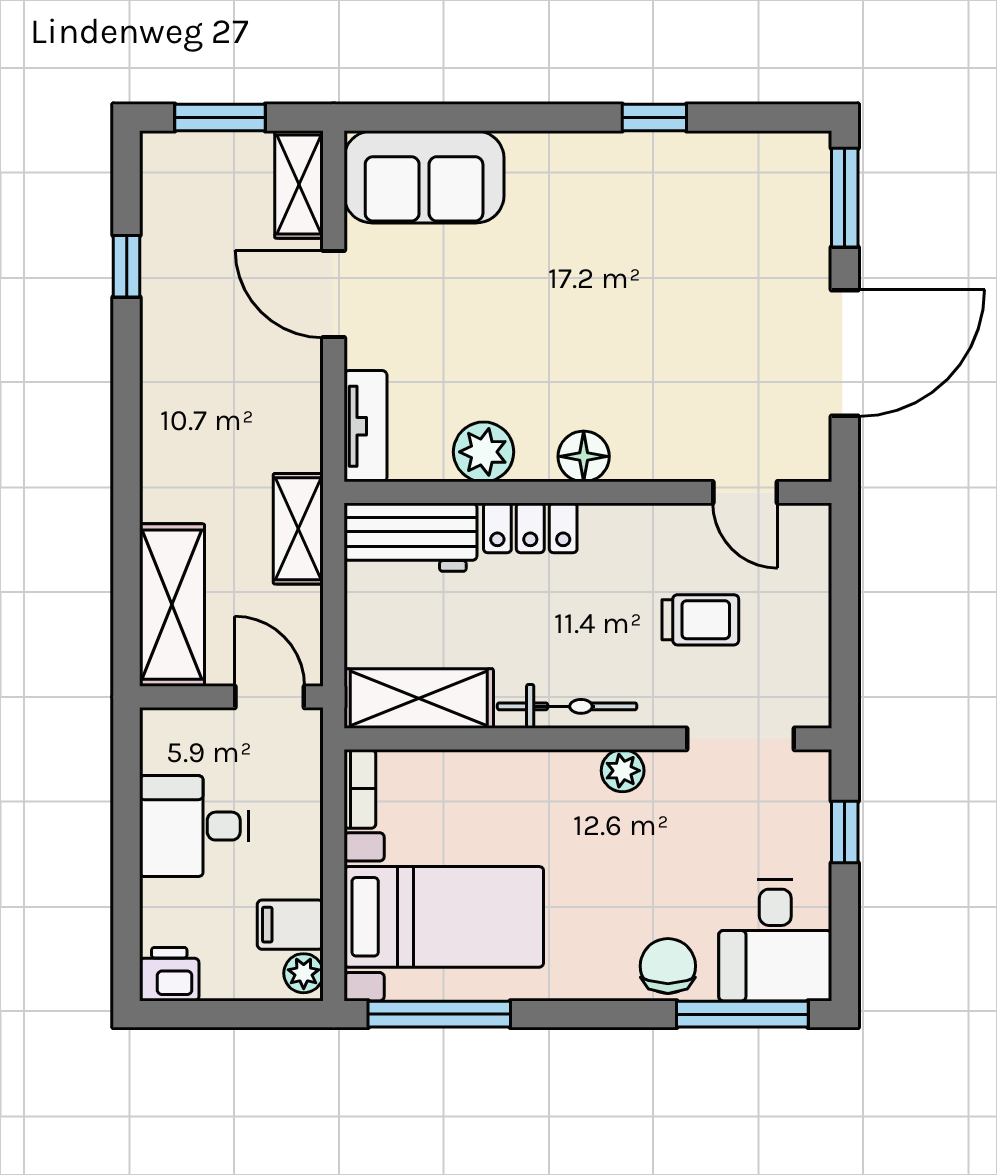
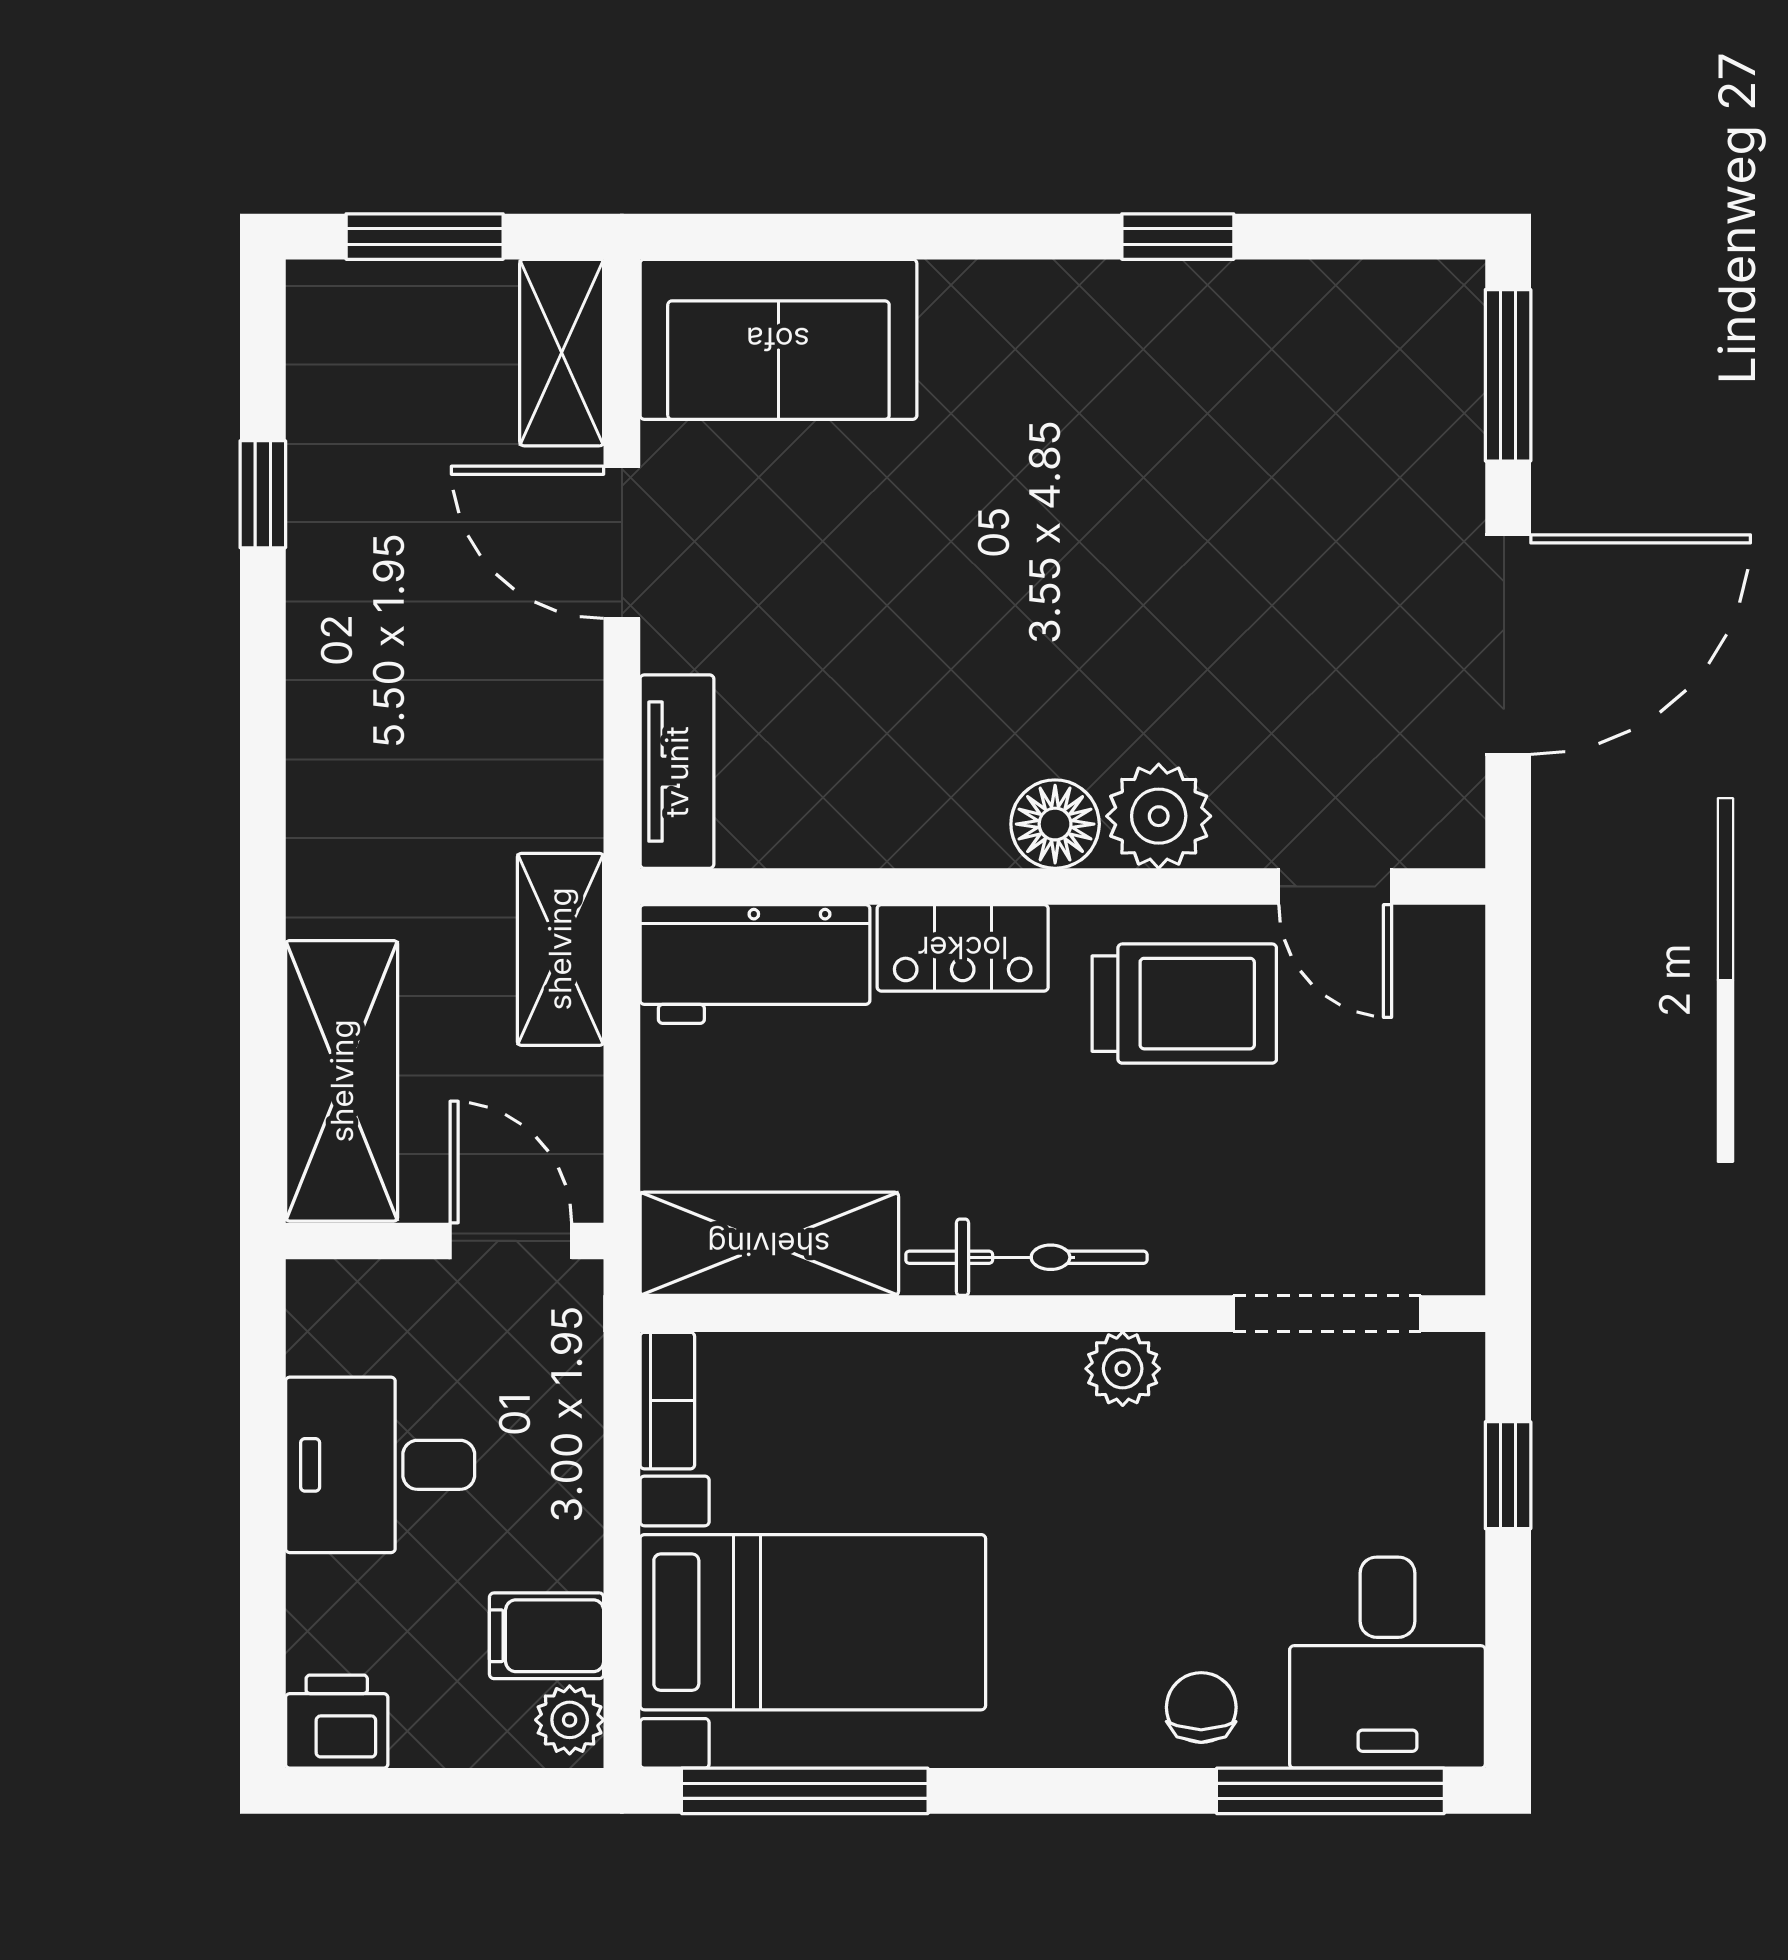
plant: (484, 452) -> (1159, 816), moved
trolley: (700, 620) -> (1184, 1004), moved, width x1.36, depth x1.39
chair: (668, 966) -> (1201, 1707), width x0.73, depth x0.73

